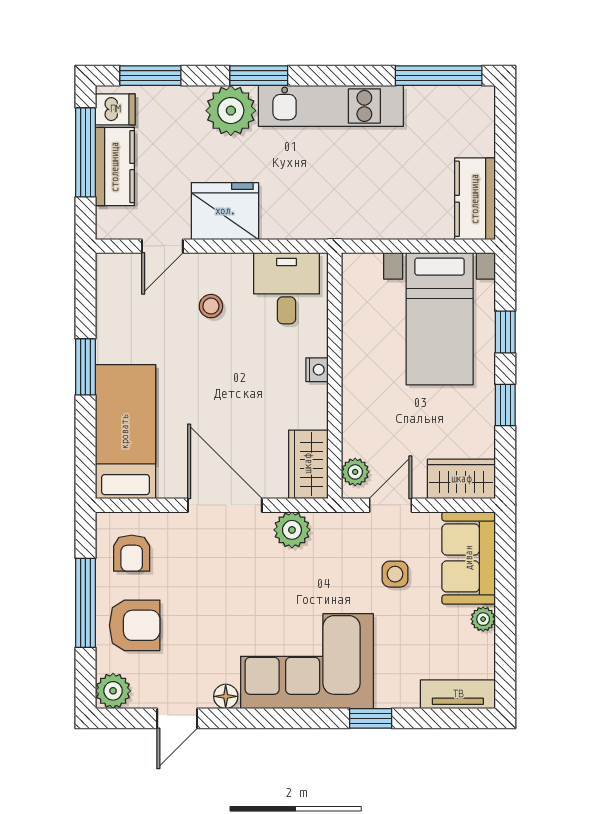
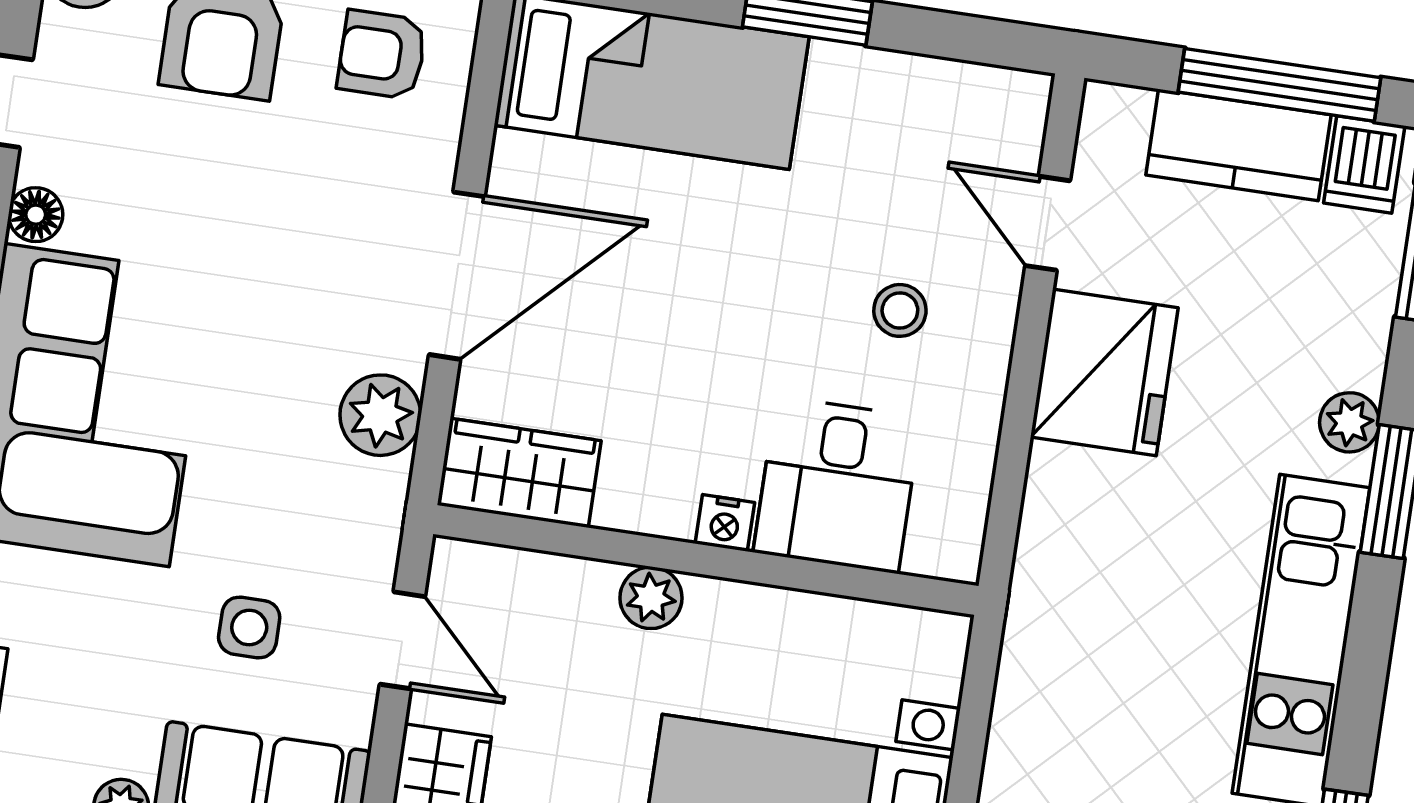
plant: (231, 111) -> (1349, 422), width x0.53, depth x0.53
desk: (286, 288) -> (837, 485), moved, turned 90
plant: (355, 472) -> (651, 598), moved

